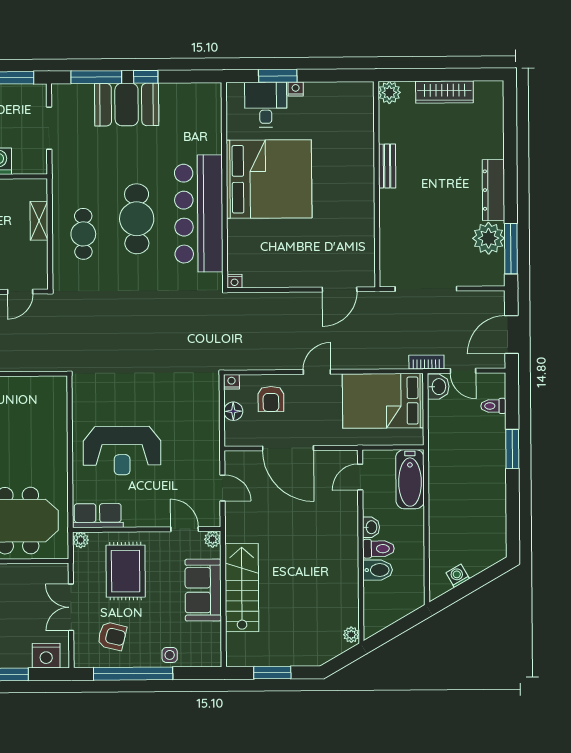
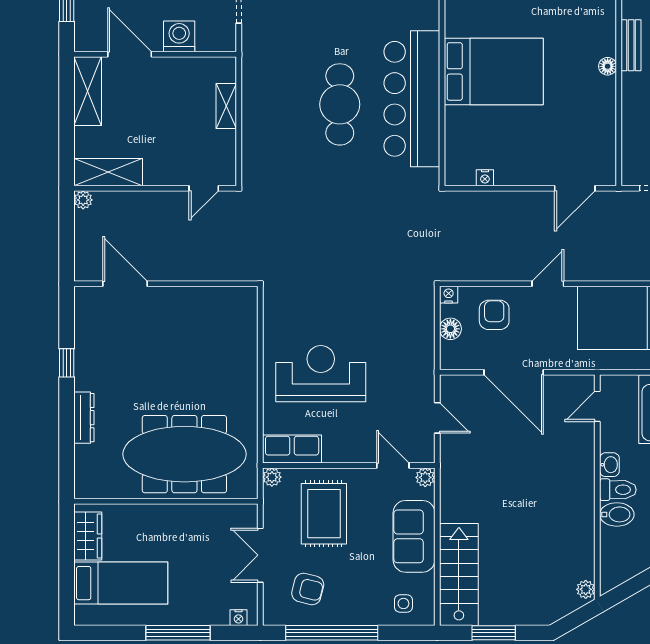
bed: (269, 179) -> (494, 71), width x0.73
floor lamp: (367, 184) -> (608, 66), added
cafe table: (83, 234) -> (278, 122), removed
nightstand: (234, 281) -> (485, 178), moved
armchair: (271, 399) -> (494, 315), turned 180
reception desk: (122, 451) -> (321, 374), turned 180
stairs: (242, 588) -> (459, 574), moved
side table: (170, 655) -> (403, 603), moved
nightstand: (46, 656) -> (239, 618), width x0.53, depth x0.56

